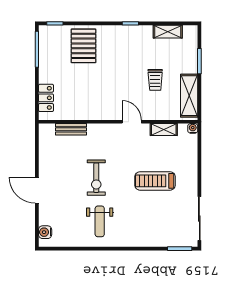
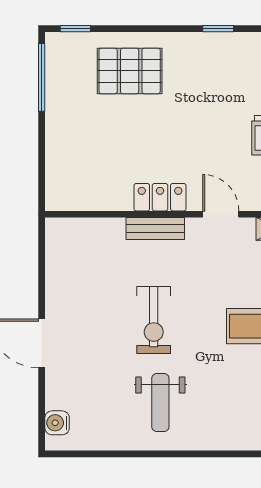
pallet: (83, 46) -> (130, 71), turned 90
locker: (46, 98) -> (160, 197), moved, turned -90
bench: (71, 129) -> (155, 229), moved

